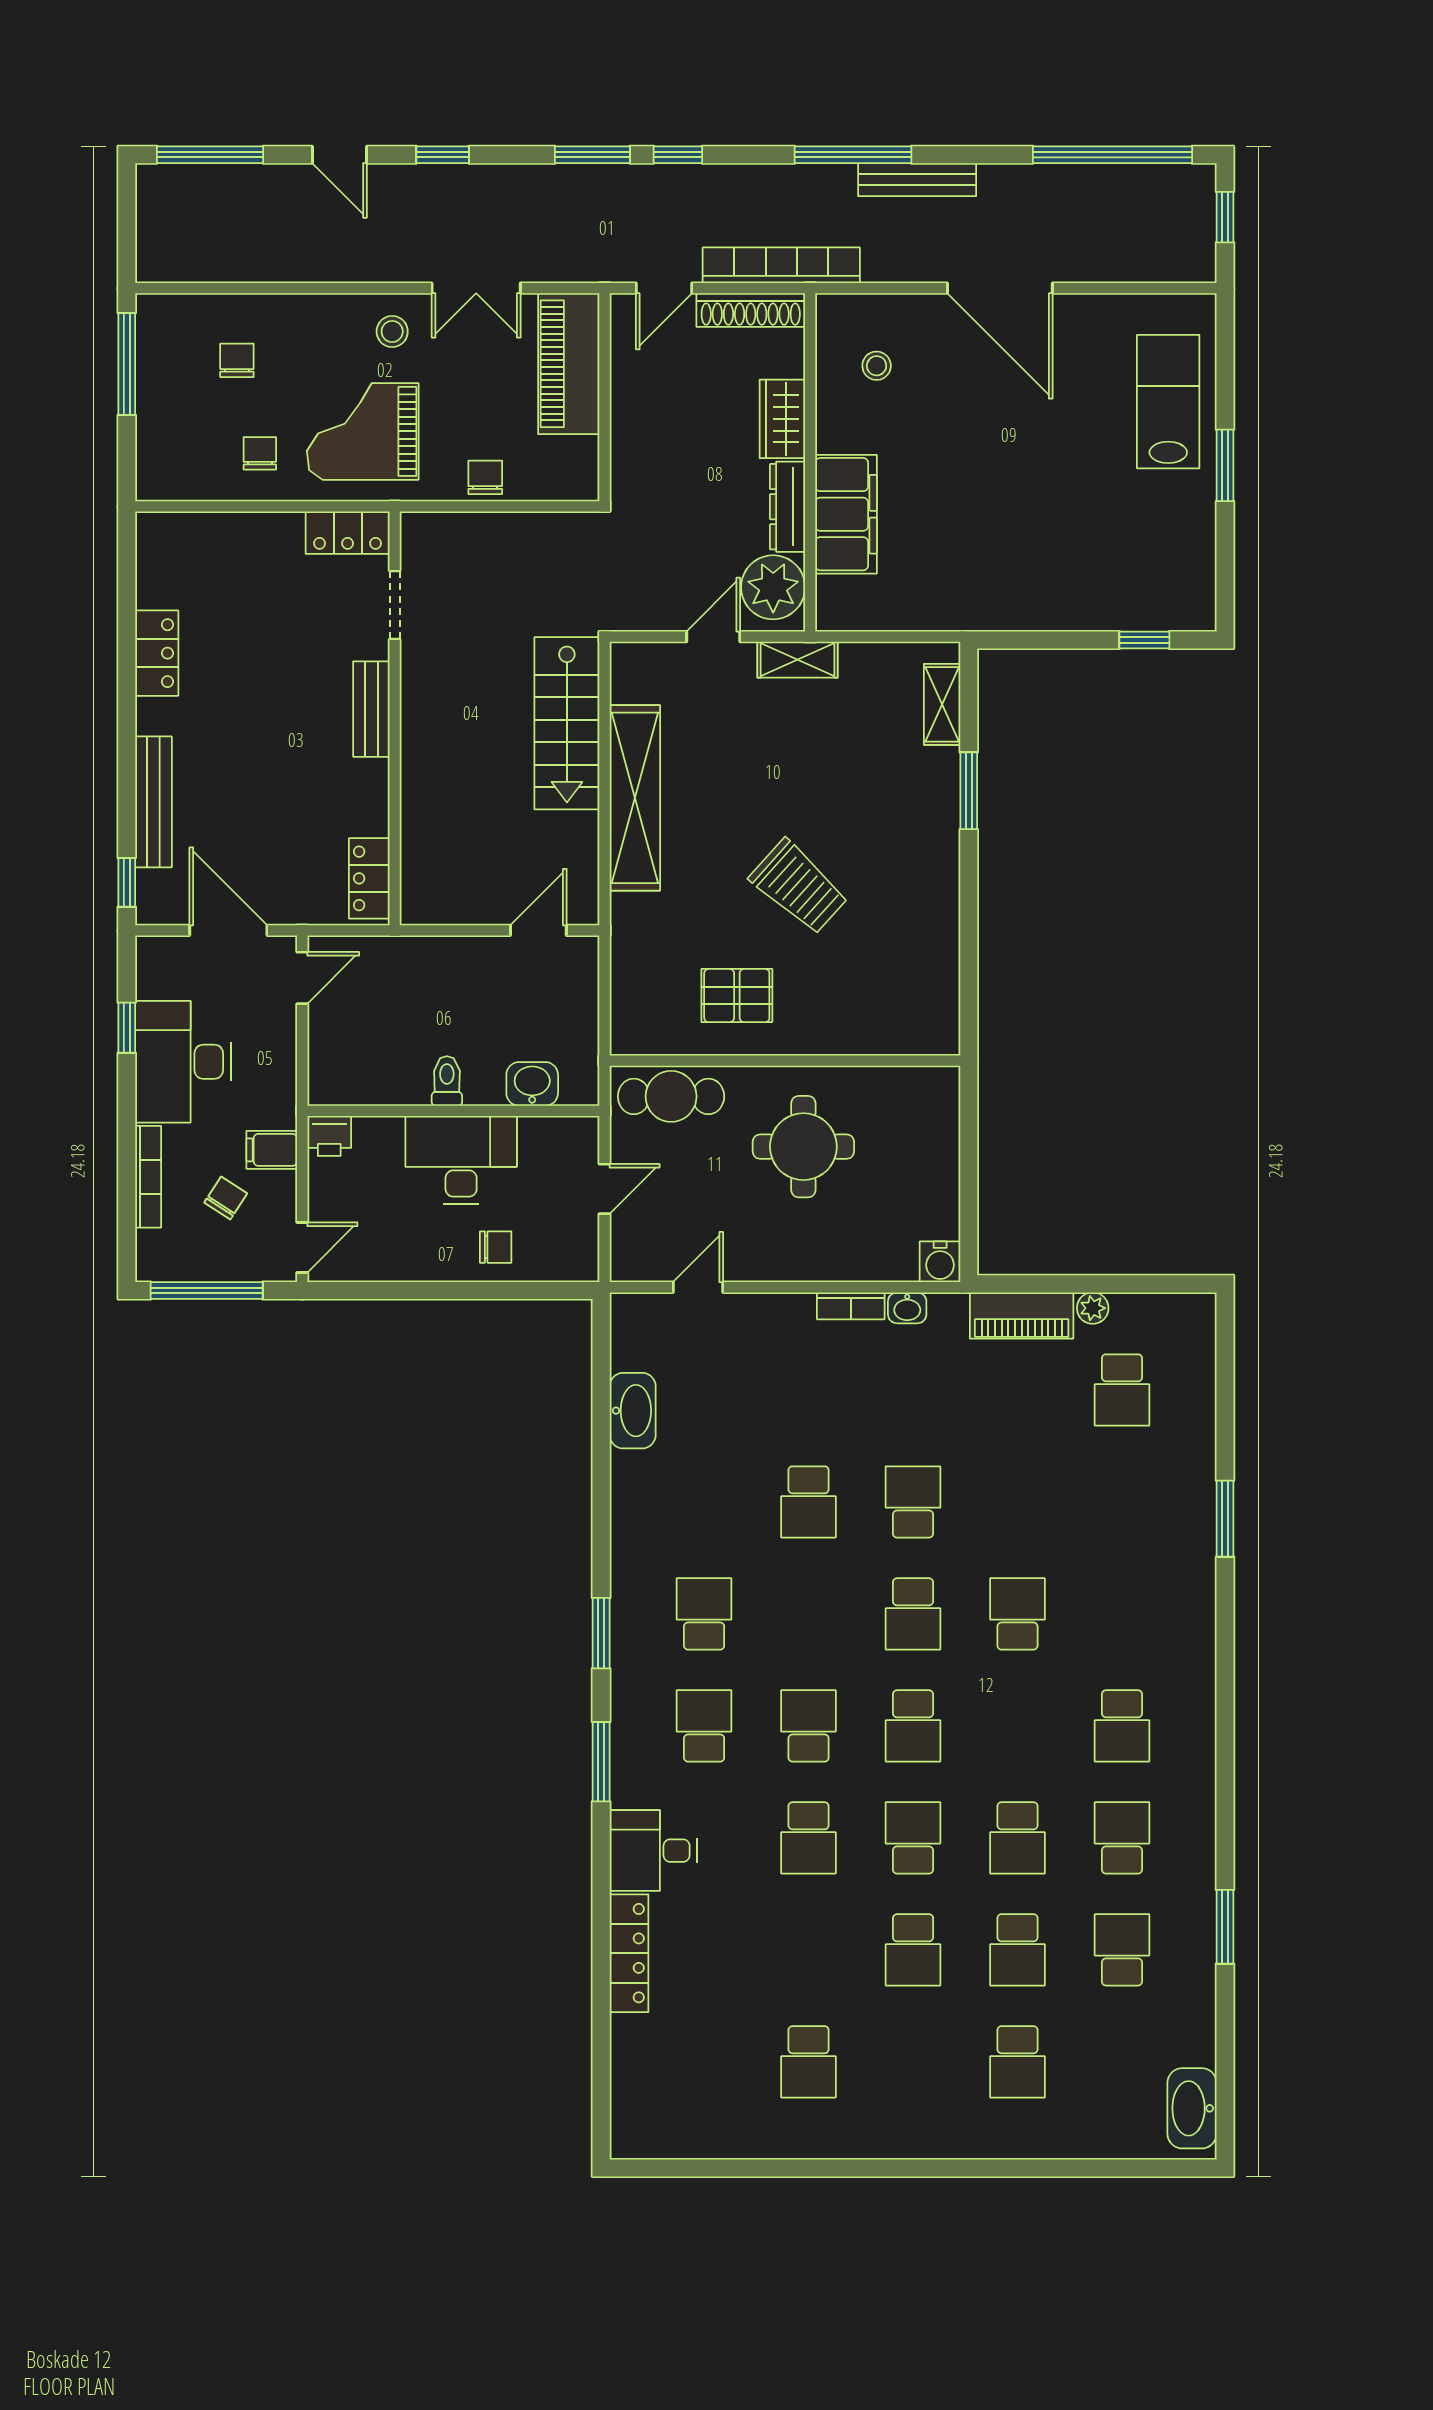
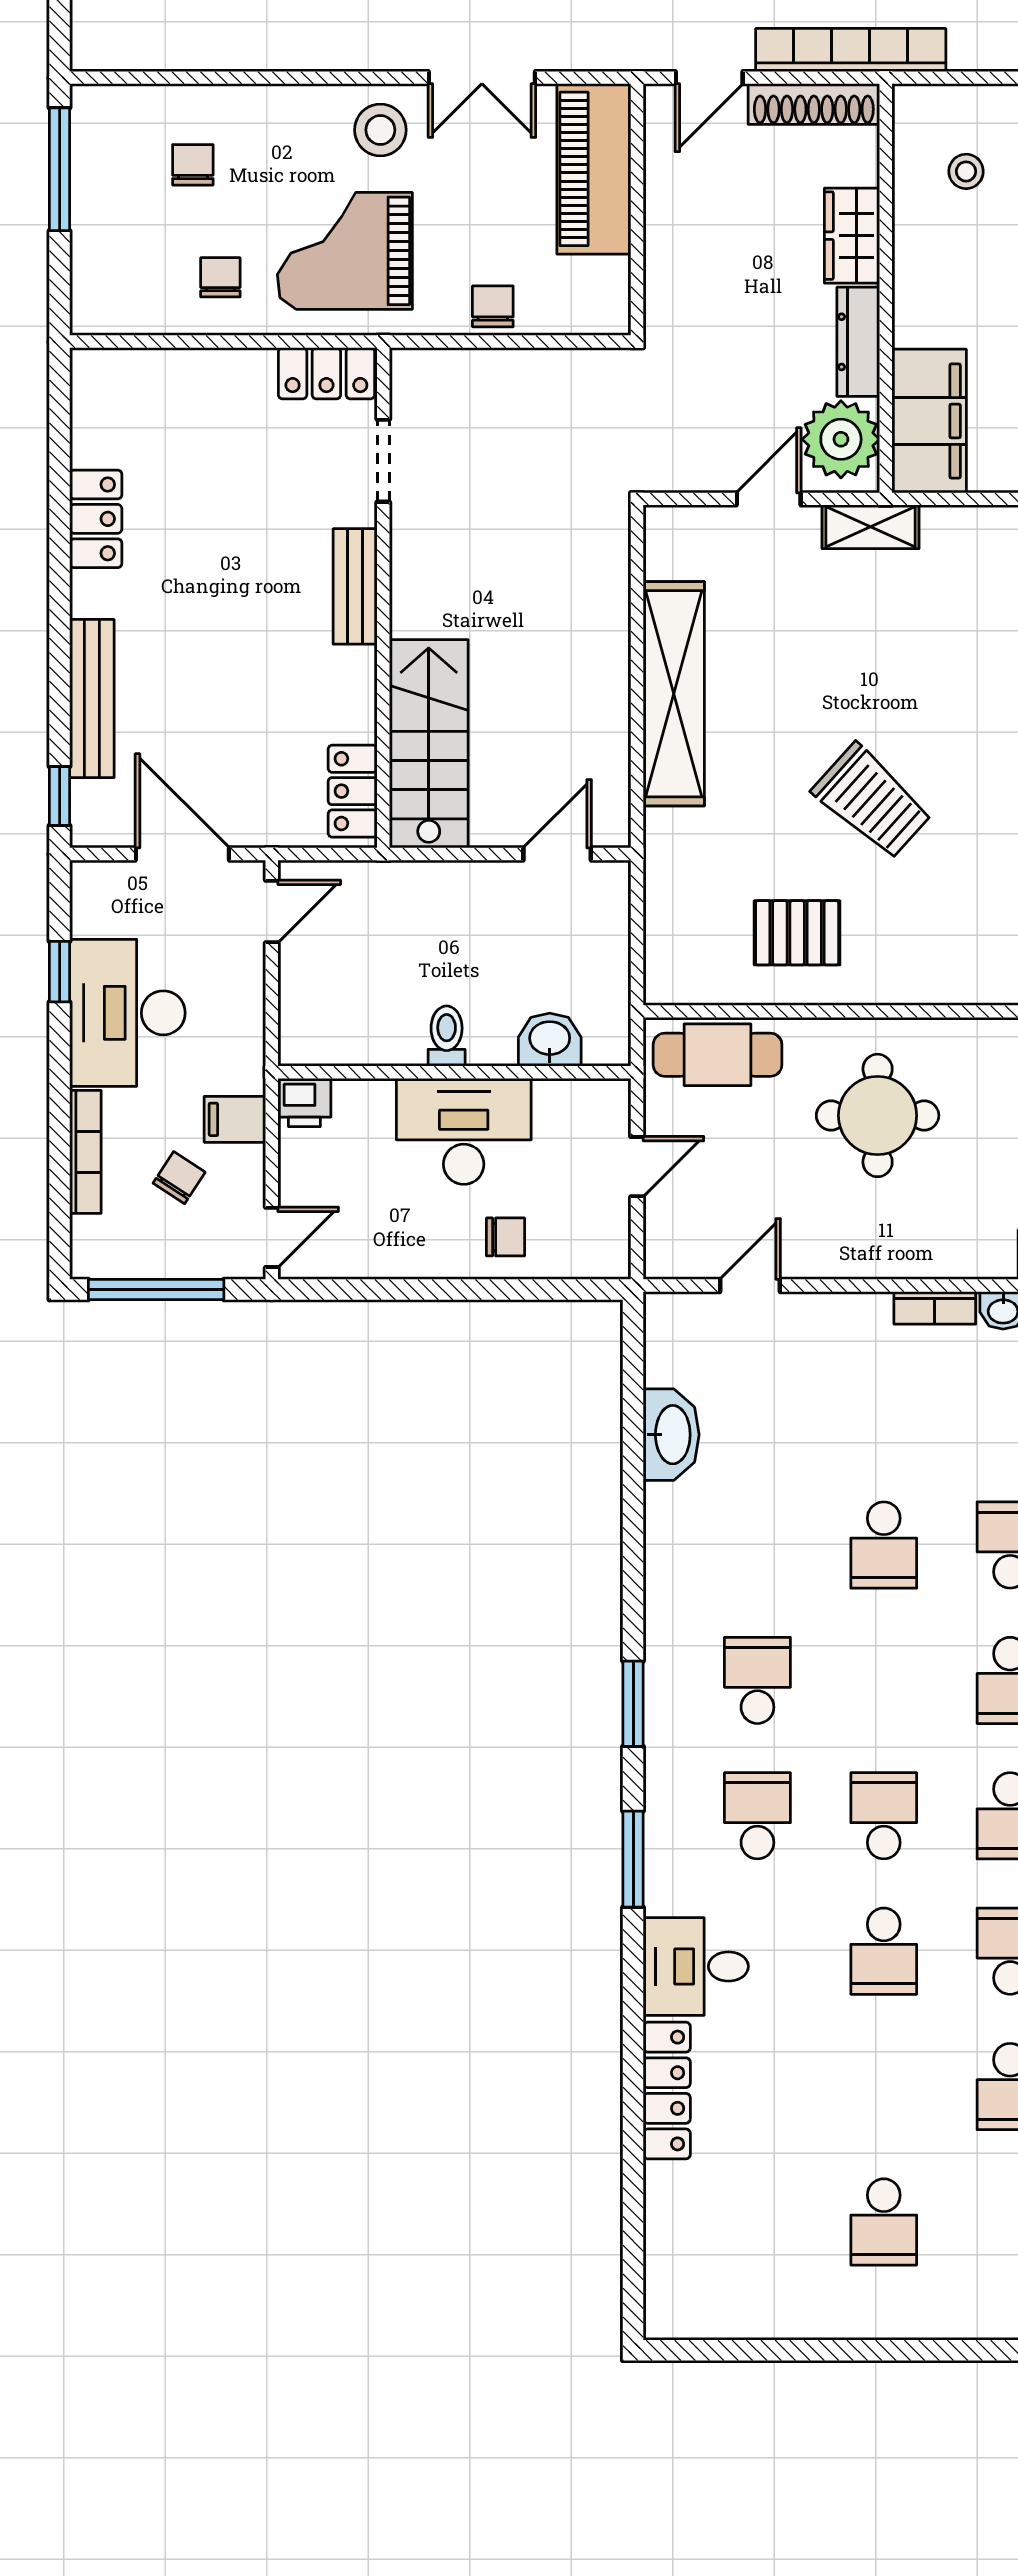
stool: (392, 331) -> (380, 130), width x1.37, depth x1.37
filing cabinet: (846, 514) -> (929, 421), moved
stairs: (567, 723) -> (429, 744), moved, turned 180

